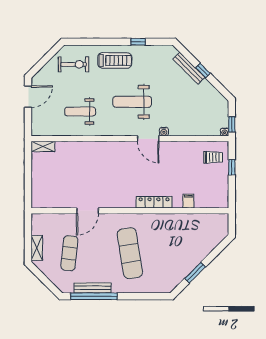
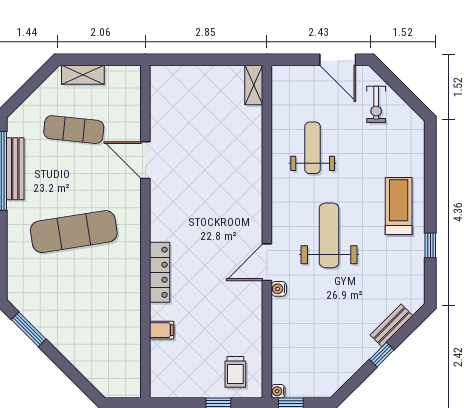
treadmill: (115, 60) -> (399, 206), turned 180
exercise bike: (73, 64) -> (376, 104), moved, width x0.73, depth x0.72
bench: (189, 68) -> (392, 325), width x0.73
window: (195, 273) -> (29, 329), moved

